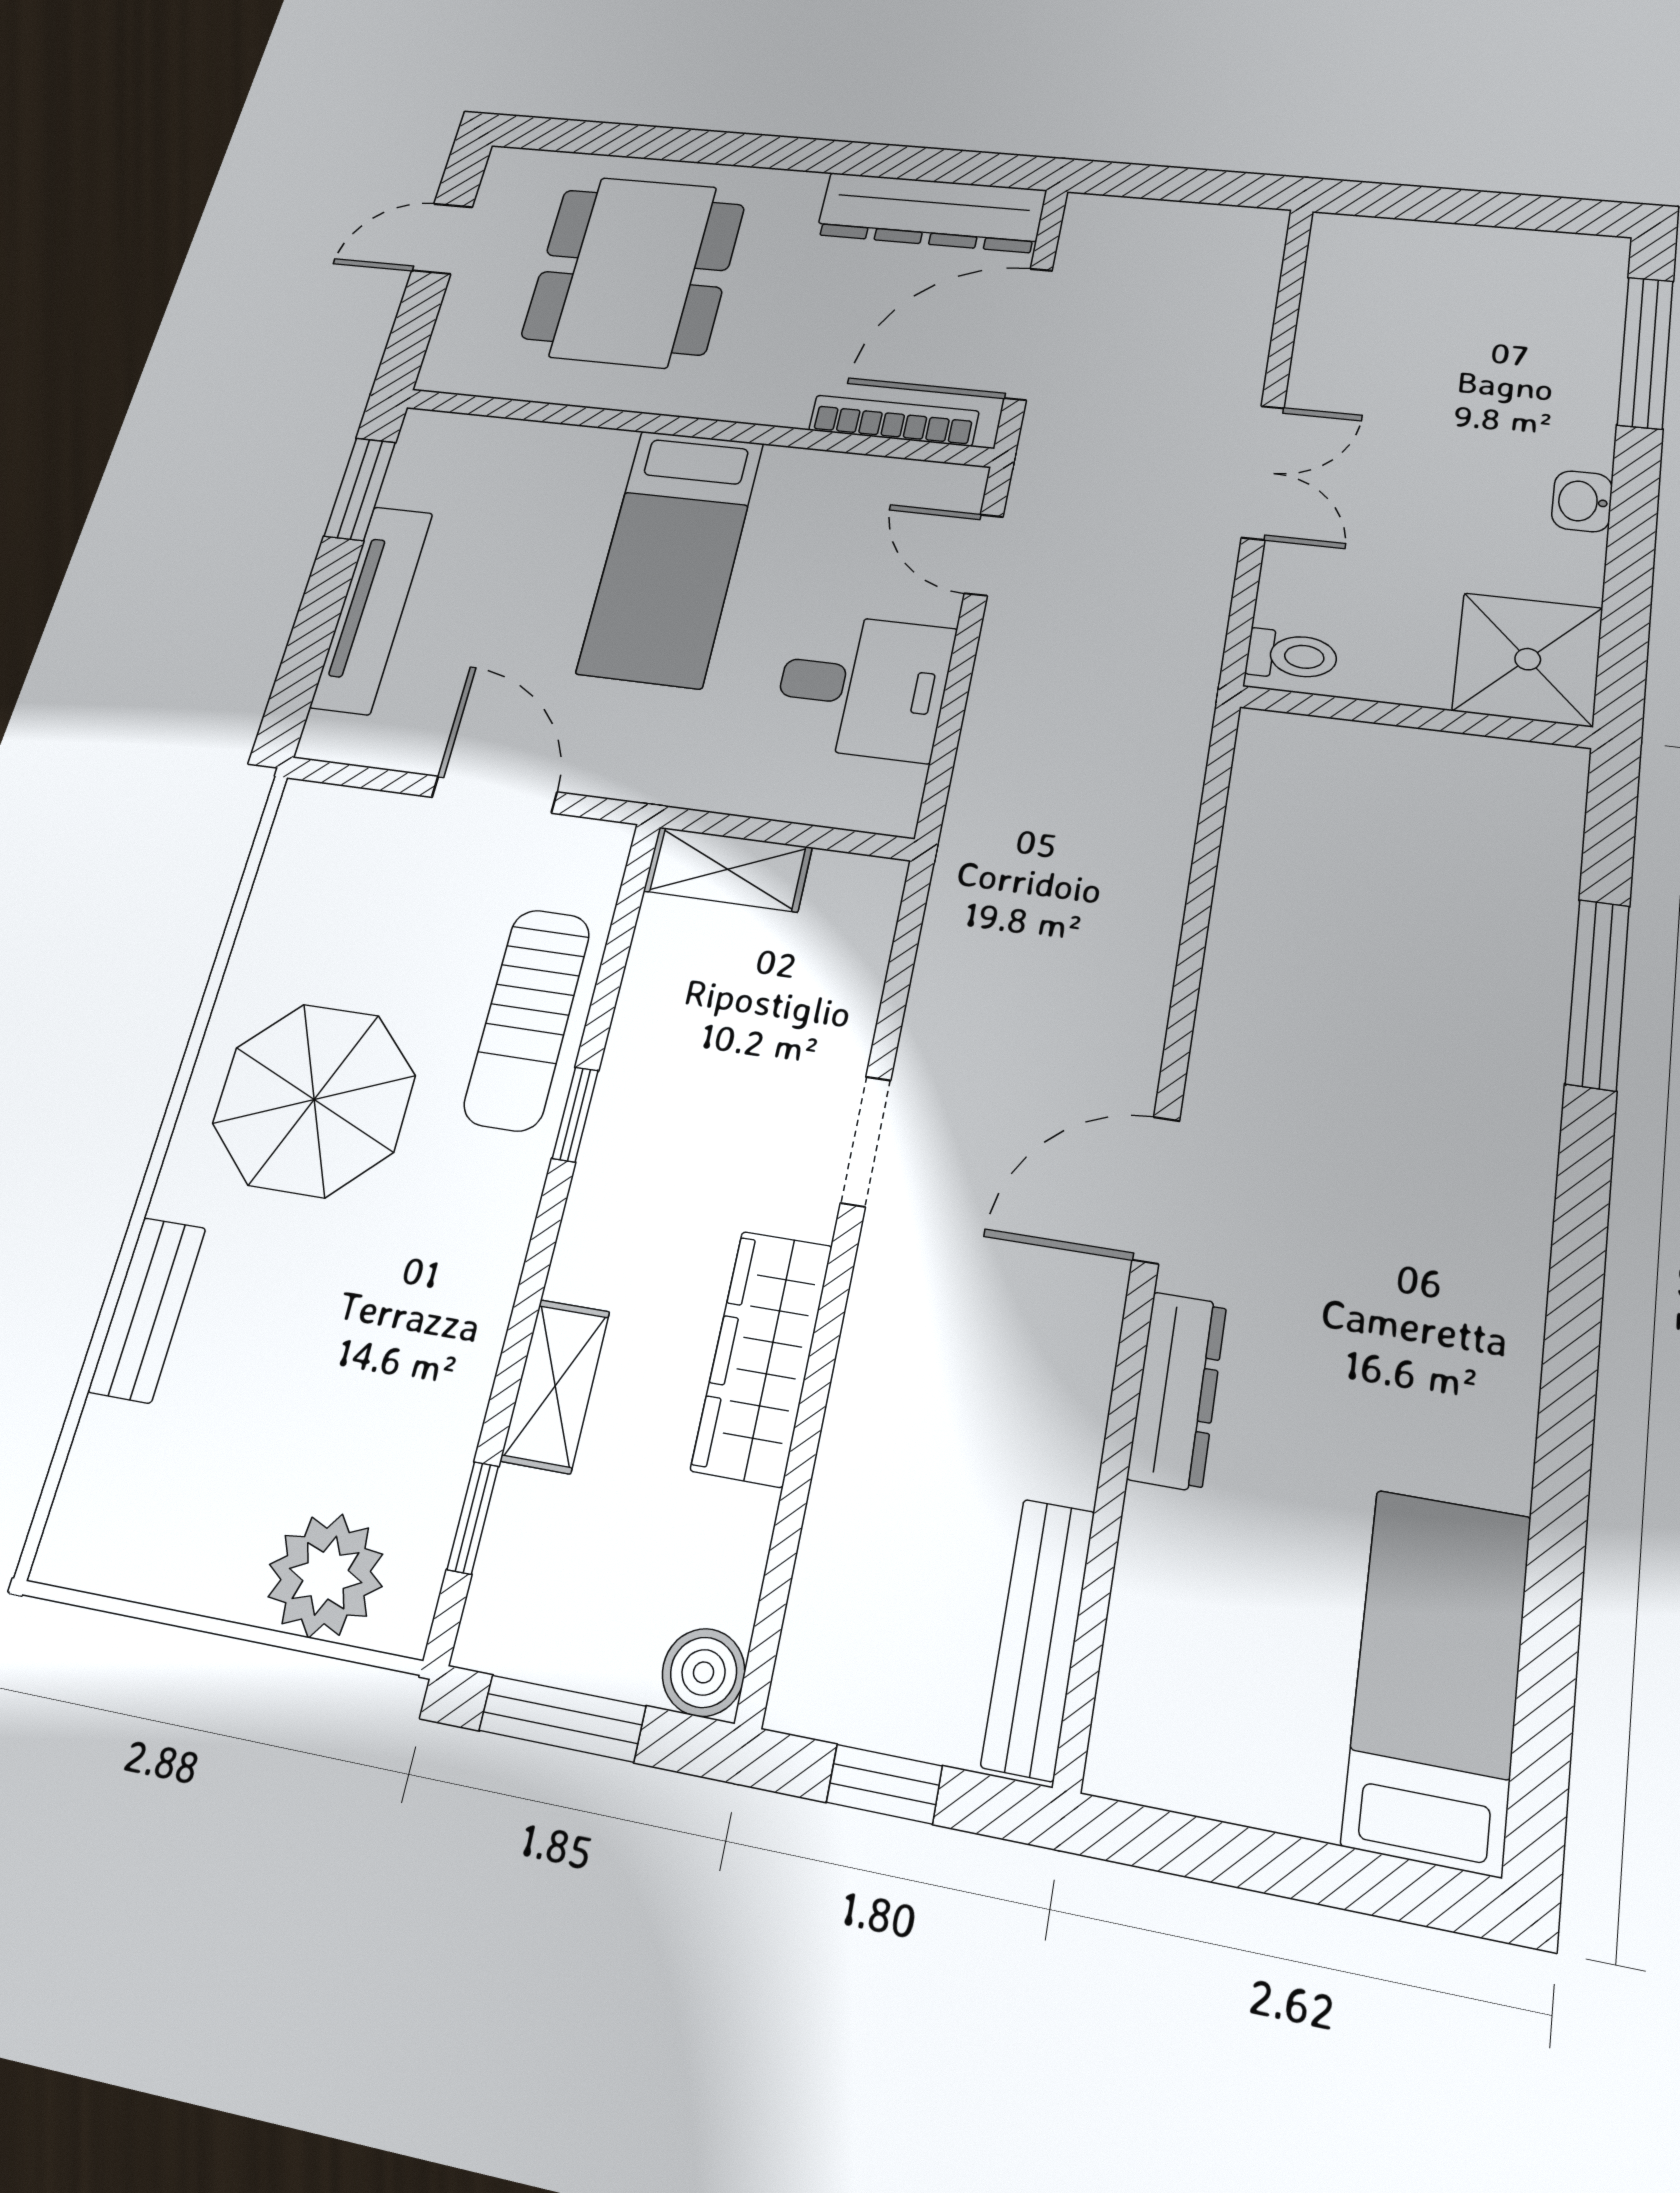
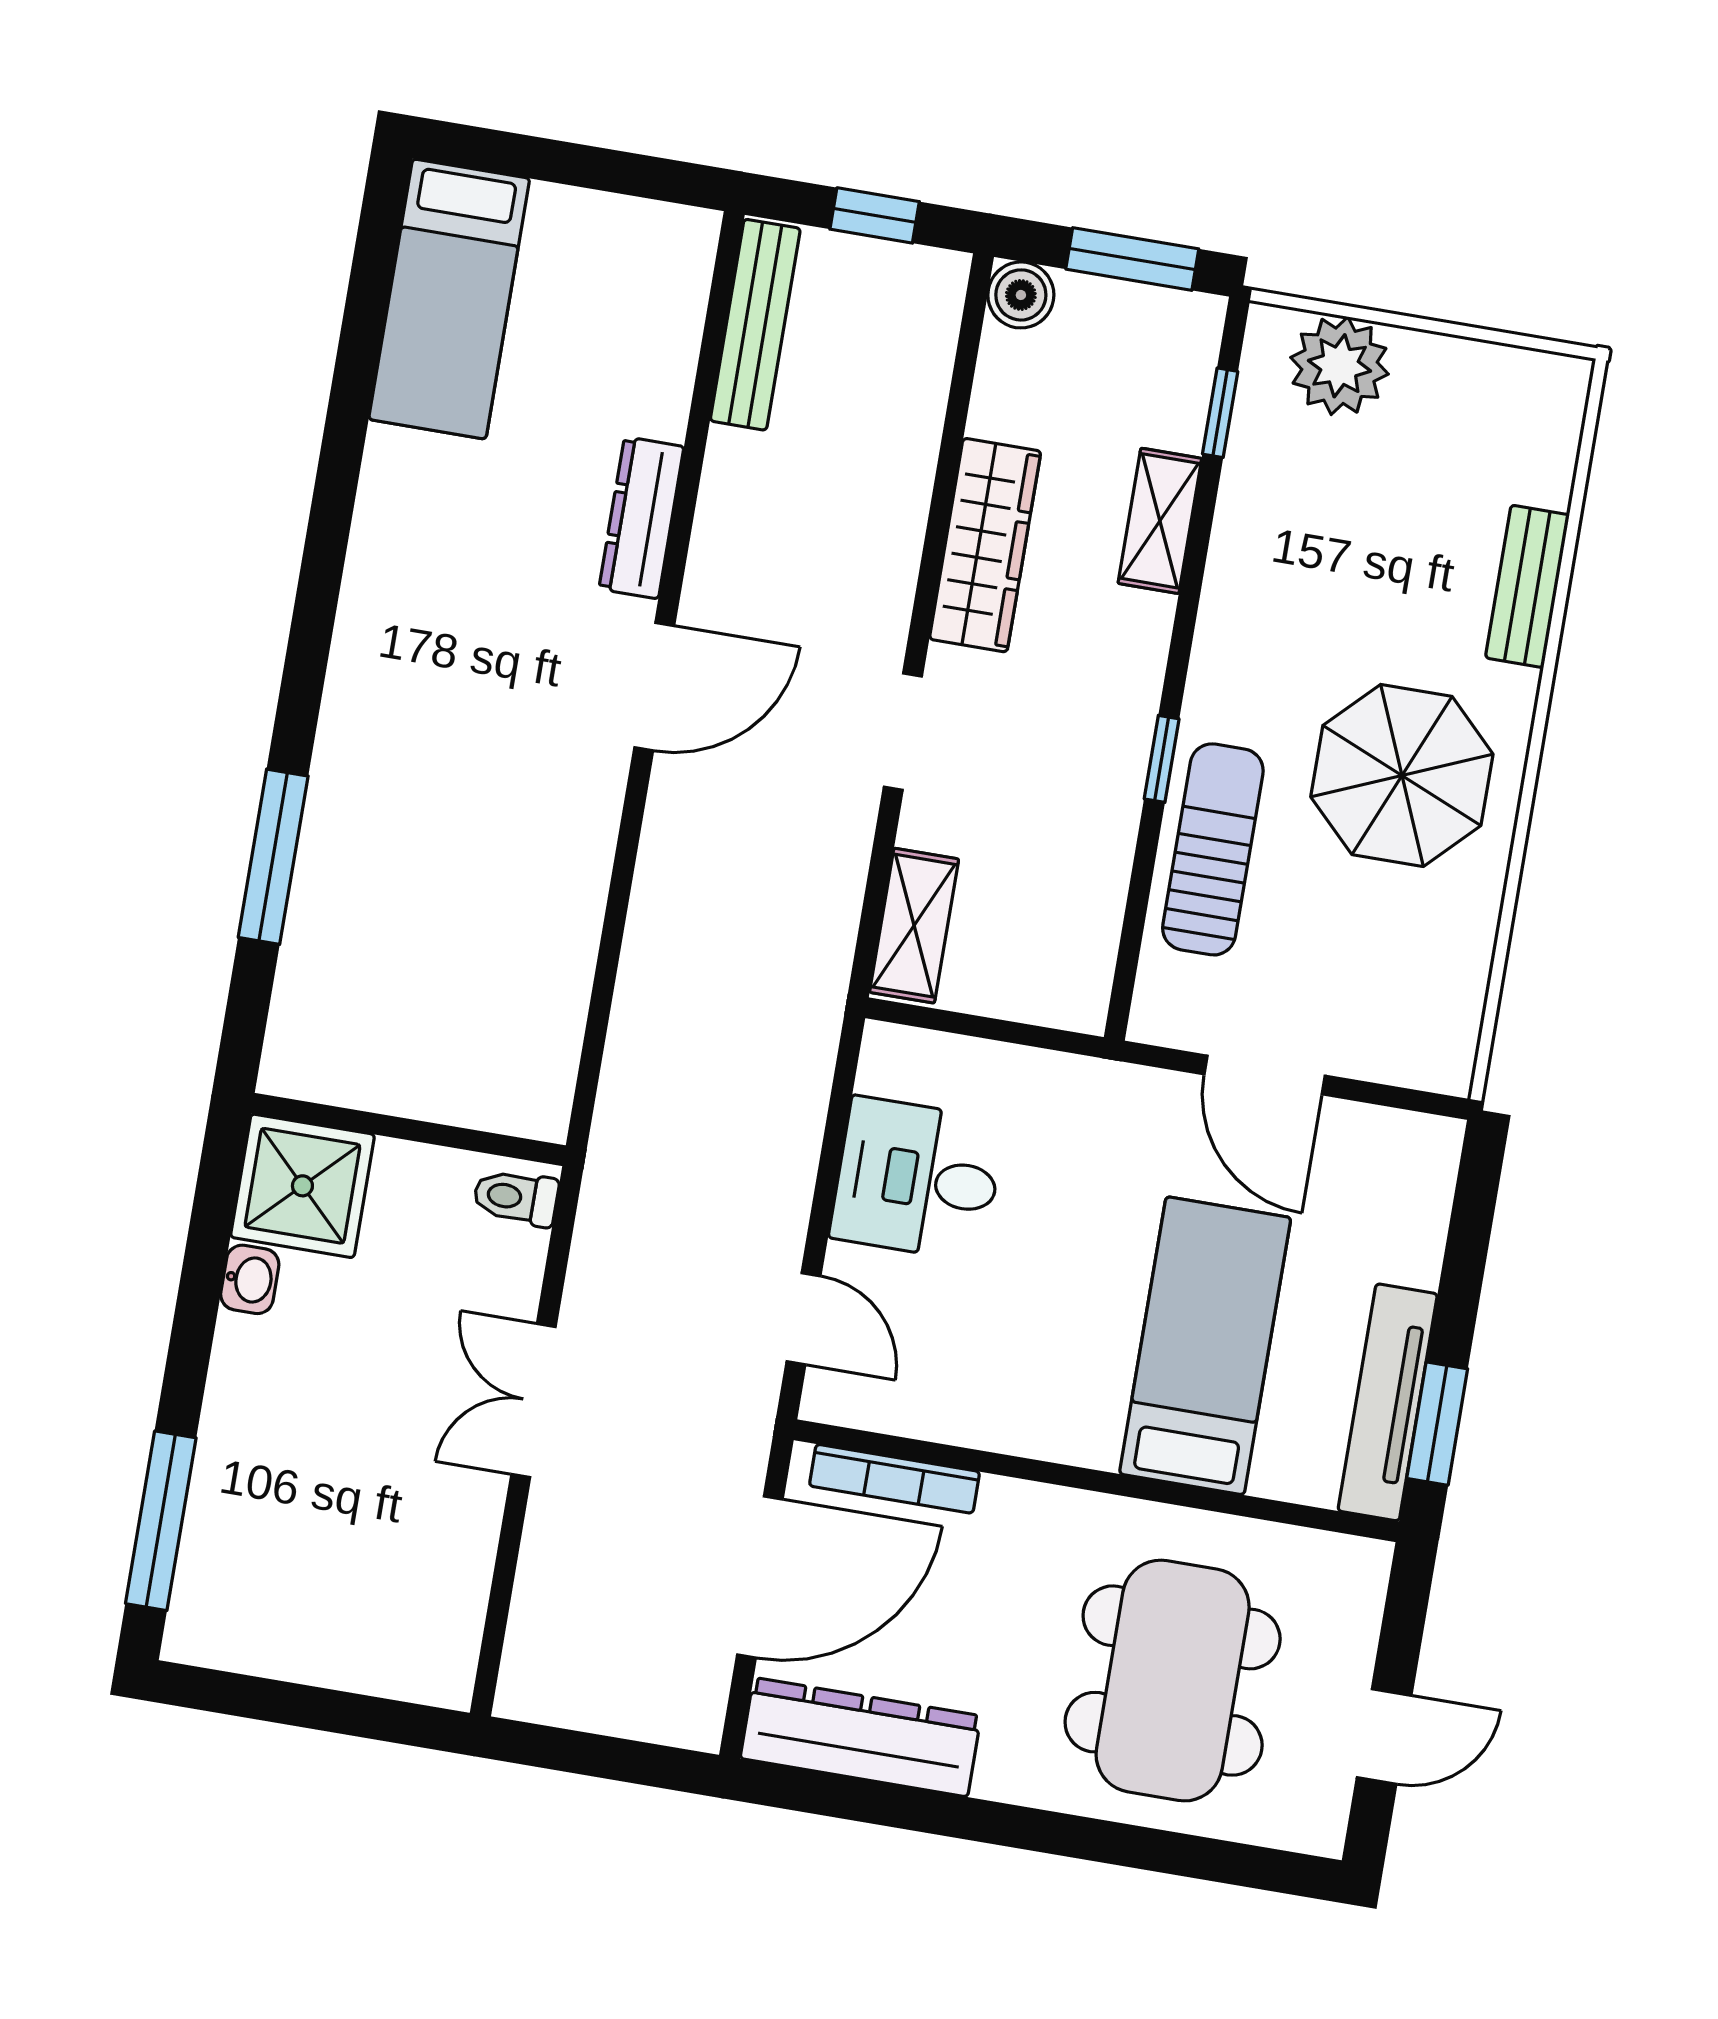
washbasin: (1582, 501) -> (250, 1279), moved
bed: (671, 557) -> (1205, 1346), moved
tv unit: (372, 609) -> (1388, 1402), moved
shelving: (728, 869) -> (914, 926), moved, turned 90

